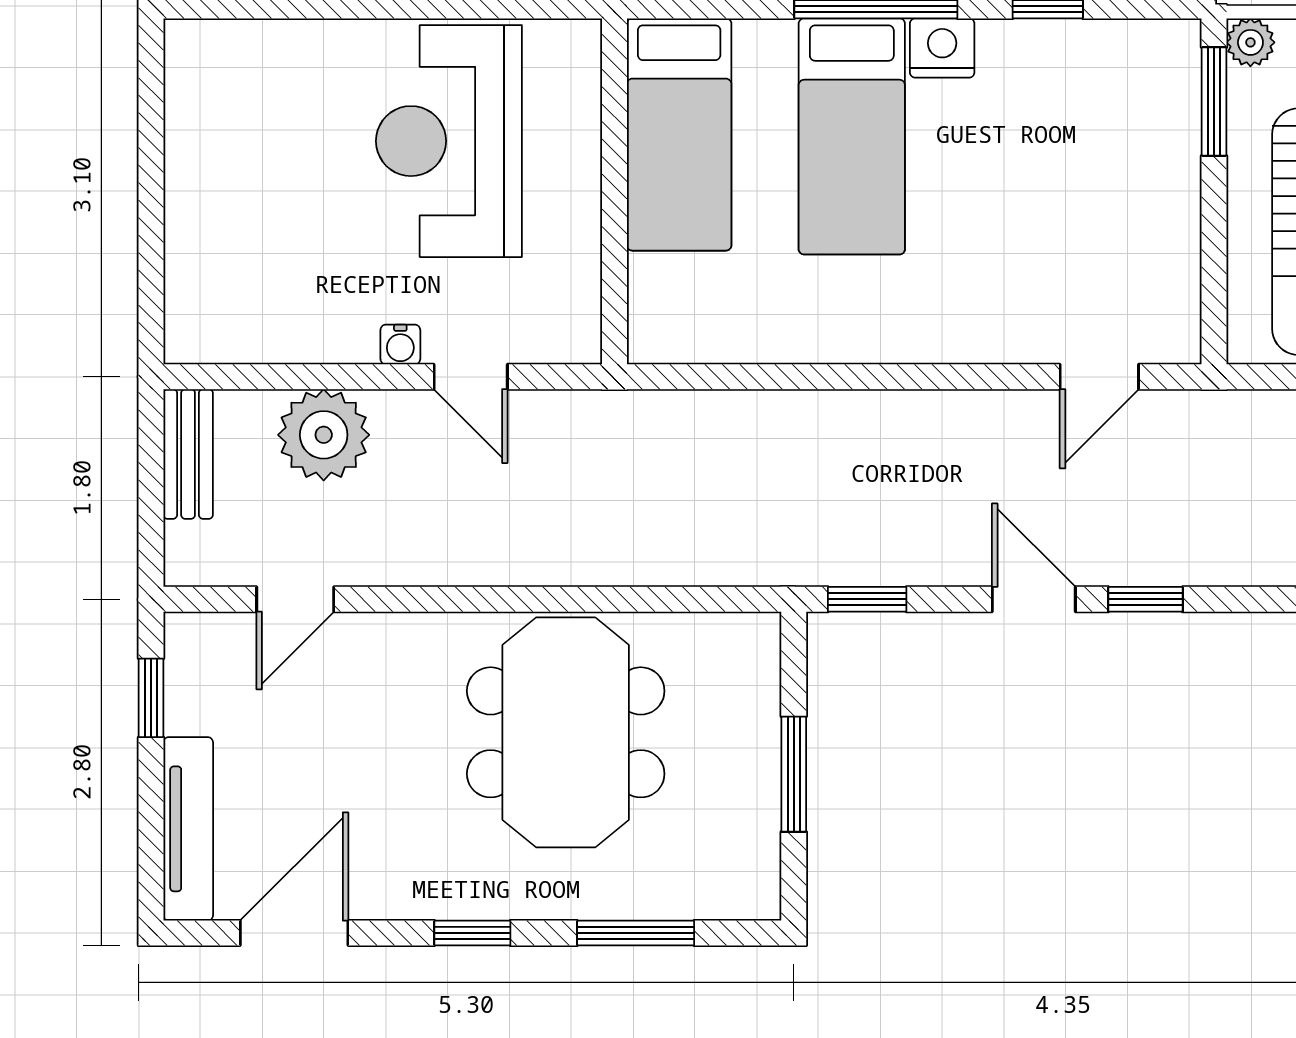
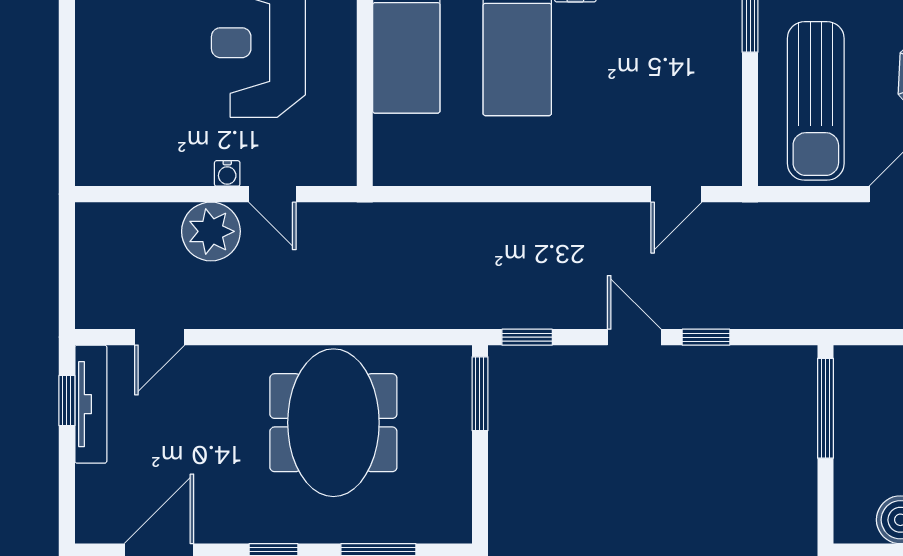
plant: (324, 435) -> (211, 231), moved
bench: (188, 454) -> (91, 244), removed
window: (794, 774) -> (480, 394), moved
tv unit: (188, 829) -> (91, 404), moved

